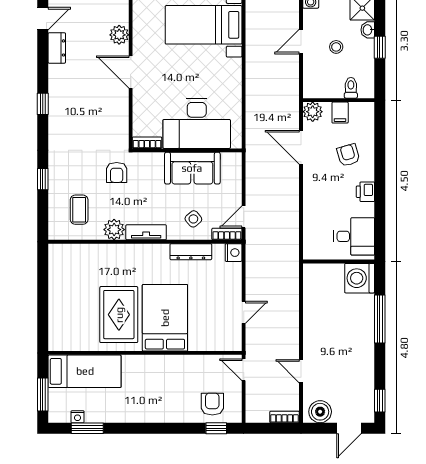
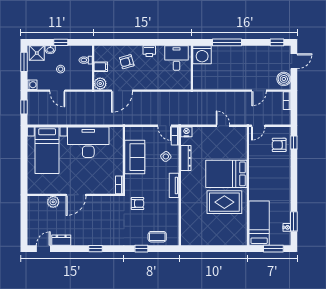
door: (43, 19) -> (43, 249), hinge flipped
desk: (197, 123) -> (88, 142), moved, turned -90
coffee table: (79, 210) -> (157, 237), moved
plant: (114, 230) -> (172, 205), removed
door: (349, 428) -> (294, 61), hinge flipped

